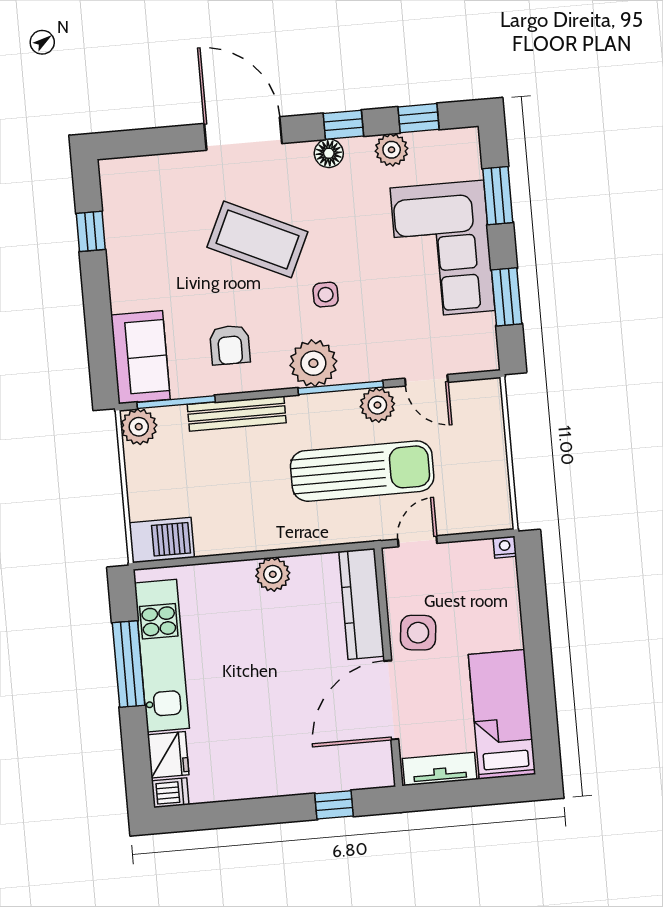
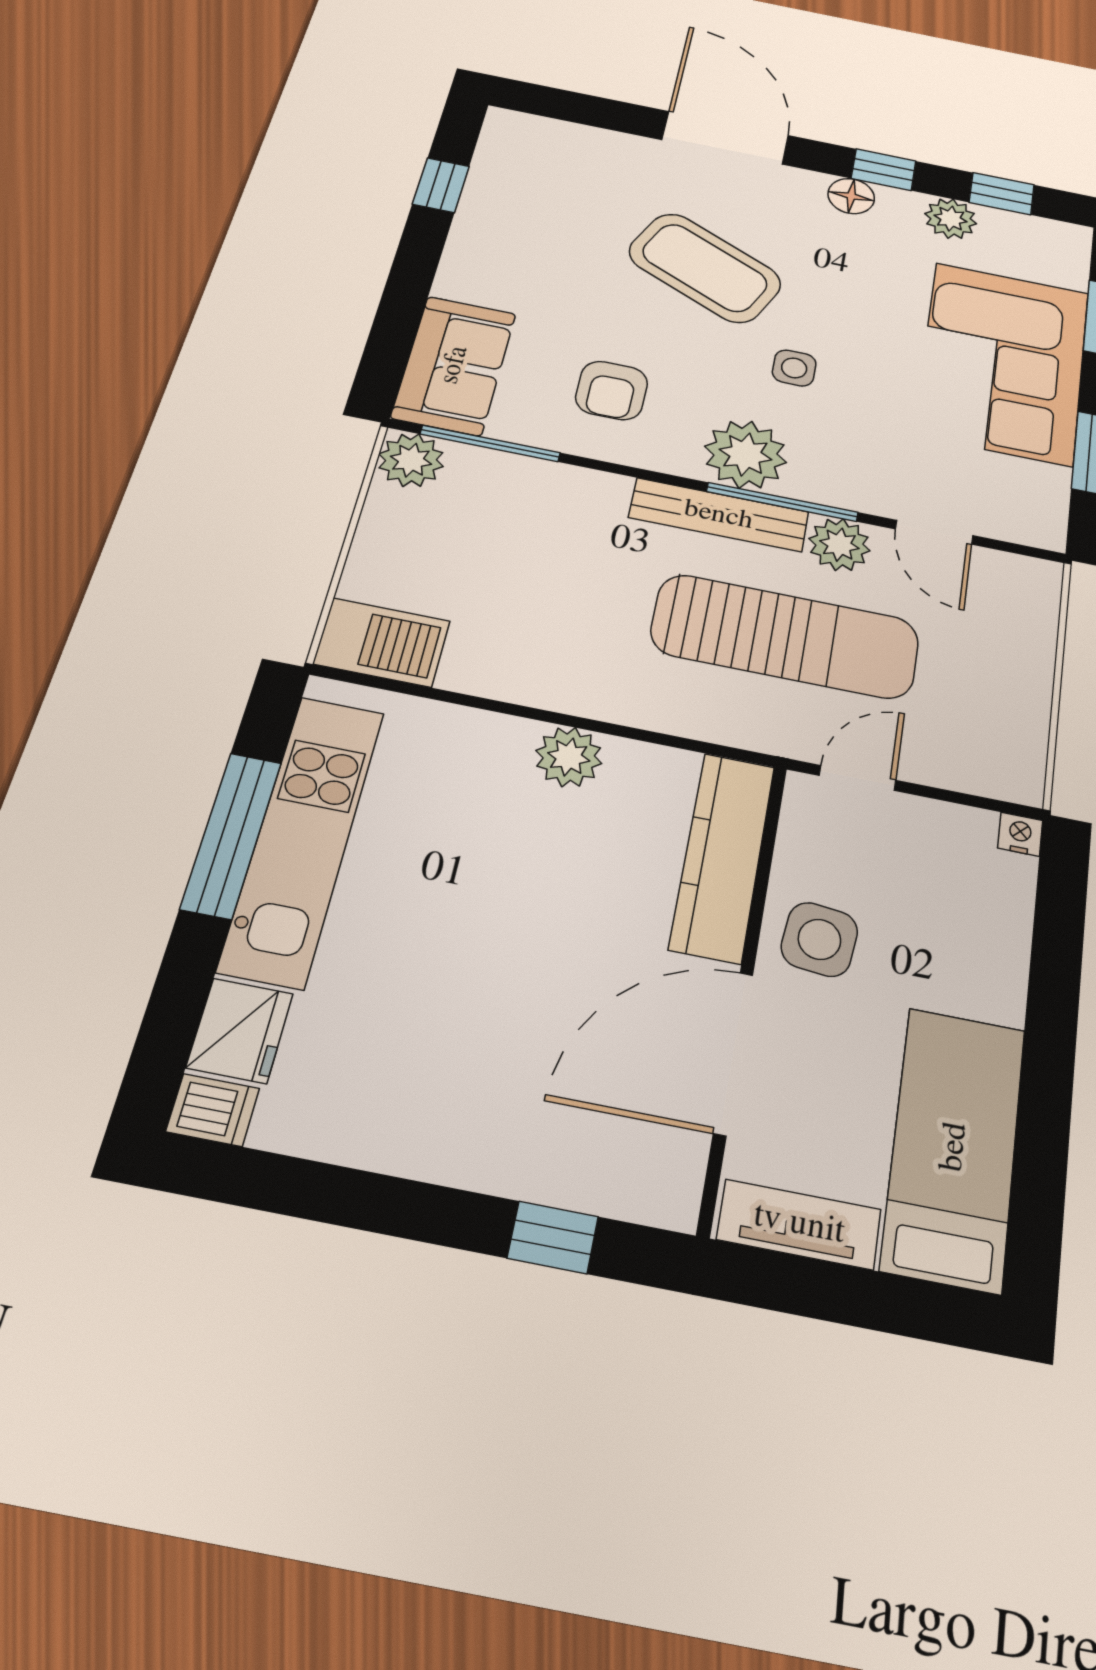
bench: (237, 414) -> (719, 515), moved

